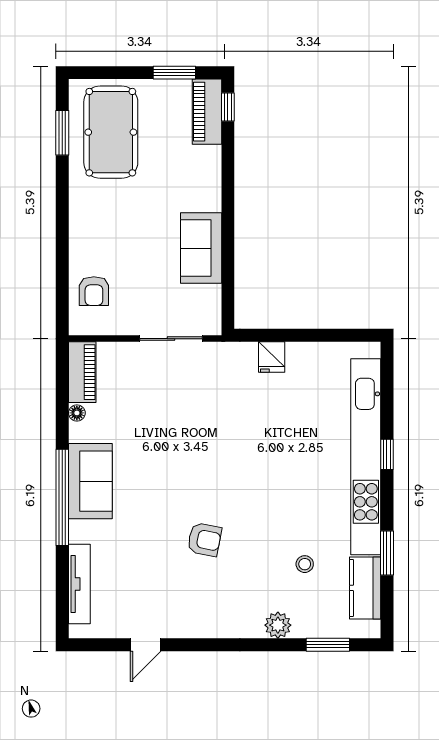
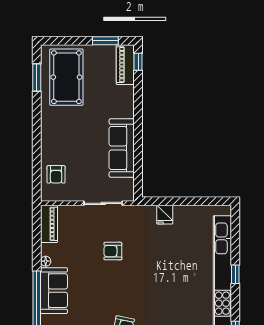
sofa: (201, 248) -> (122, 148), width x1.36
floor lamp: (77, 413) -> (46, 261), moved
armchair: (187, 417) -> (113, 251), added

